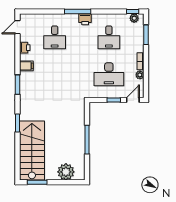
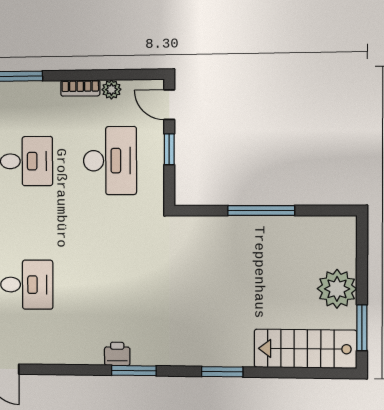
printer: (25, 48) -> (117, 354), moved
filing cabinet: (26, 66) -> (91, 350), removed
stairs: (32, 151) -> (305, 349), width x0.73, depth x0.66
plant: (66, 172) -> (337, 289), moved

